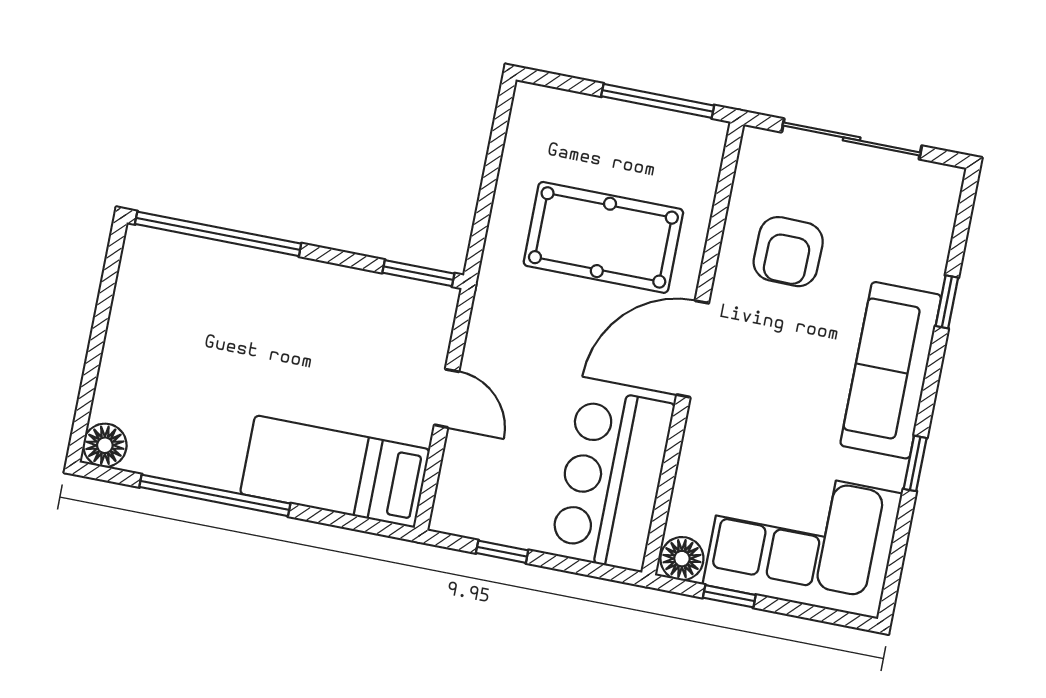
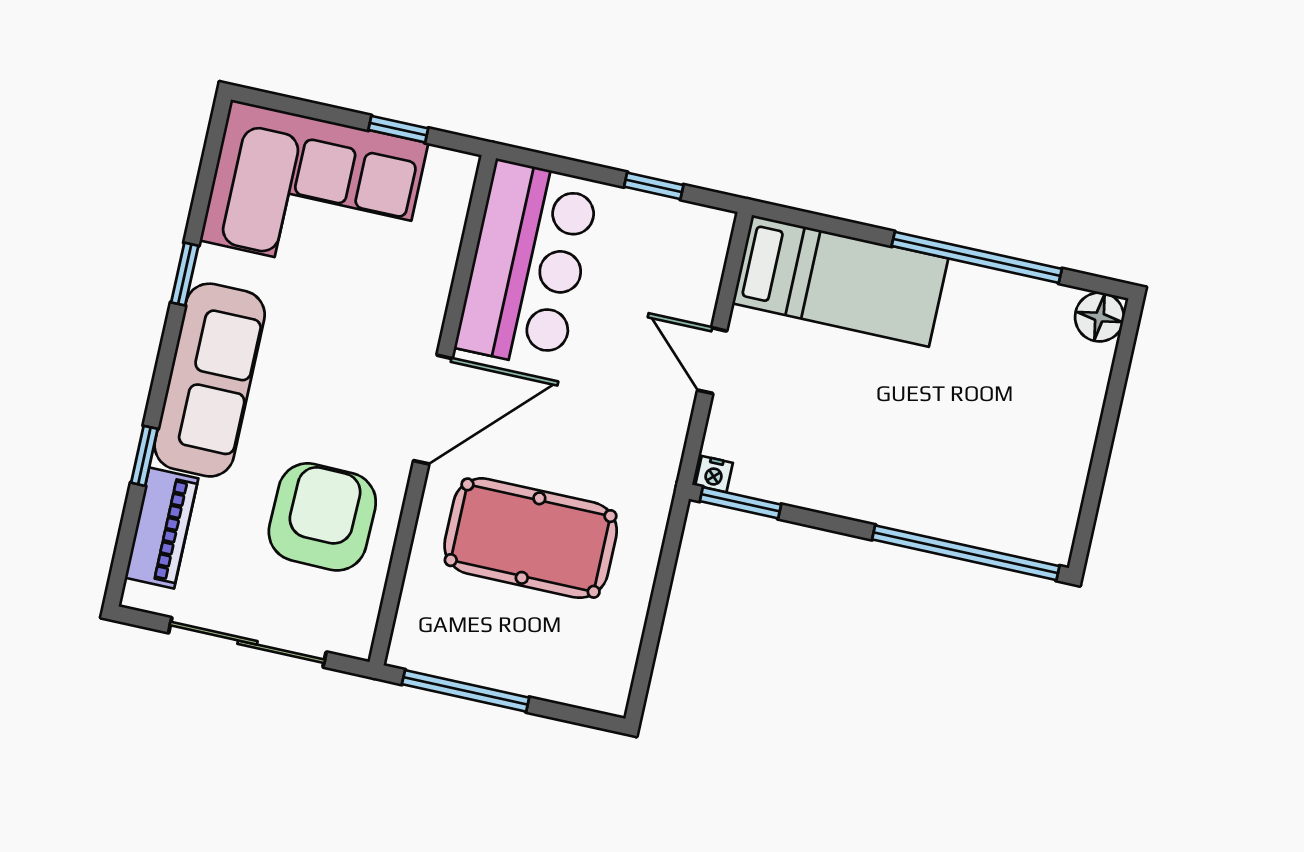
piano: (930, 238) -> (162, 528), added
armchair: (788, 252) -> (322, 517), width x1.36, depth x1.36
nightstand: (442, 298) -> (714, 474), added
floor lamp: (682, 559) -> (451, 173), removed

